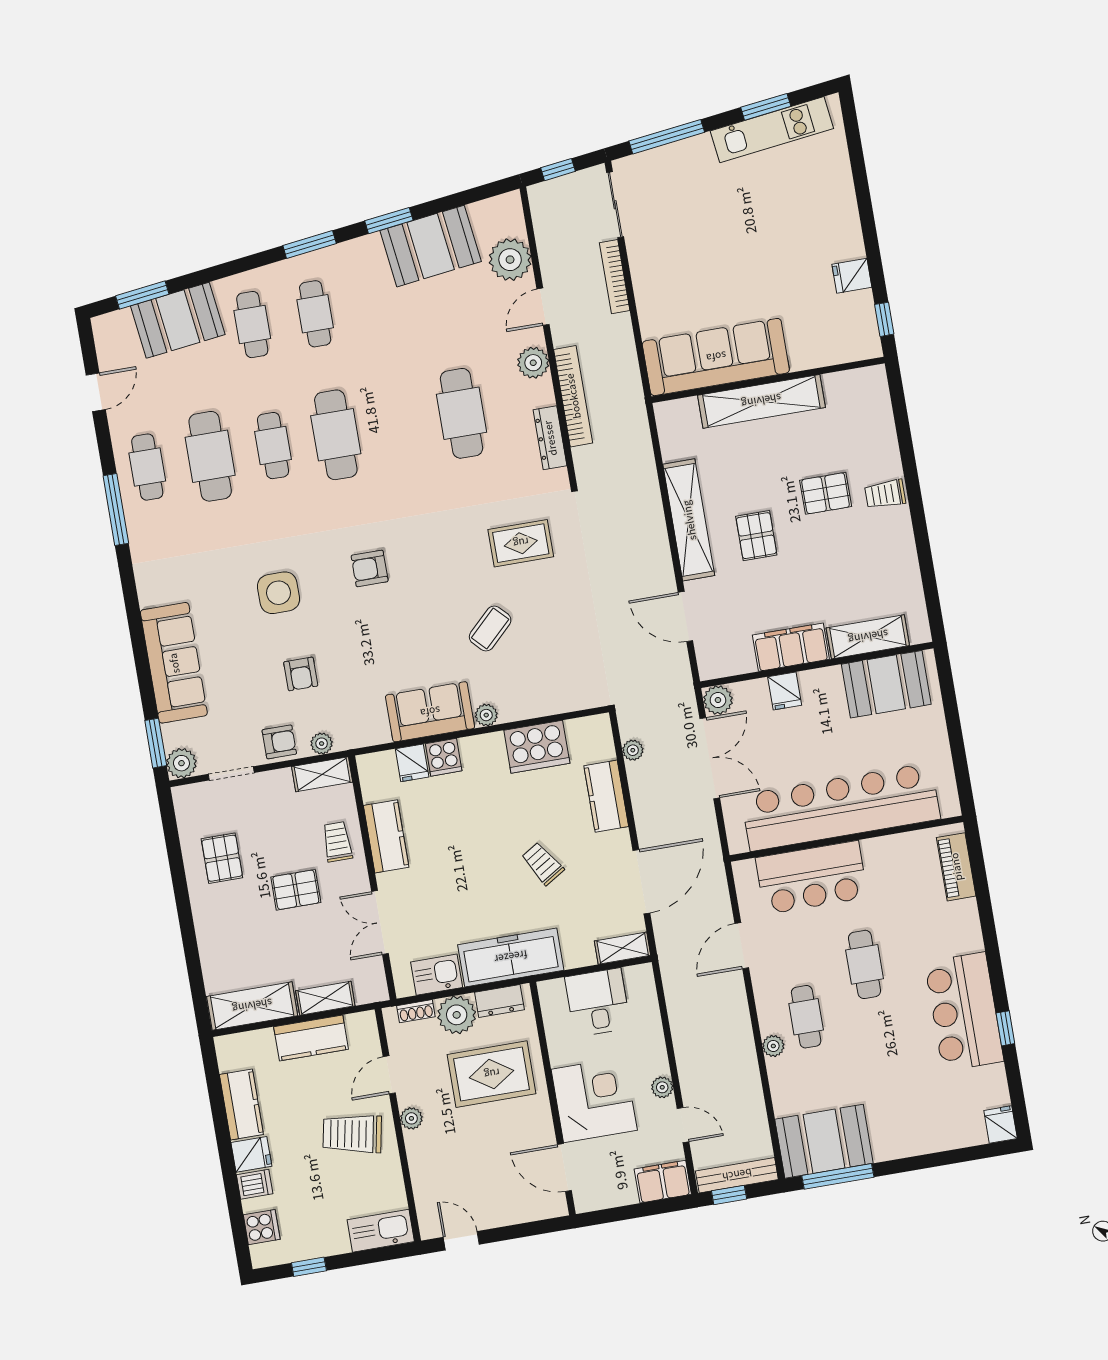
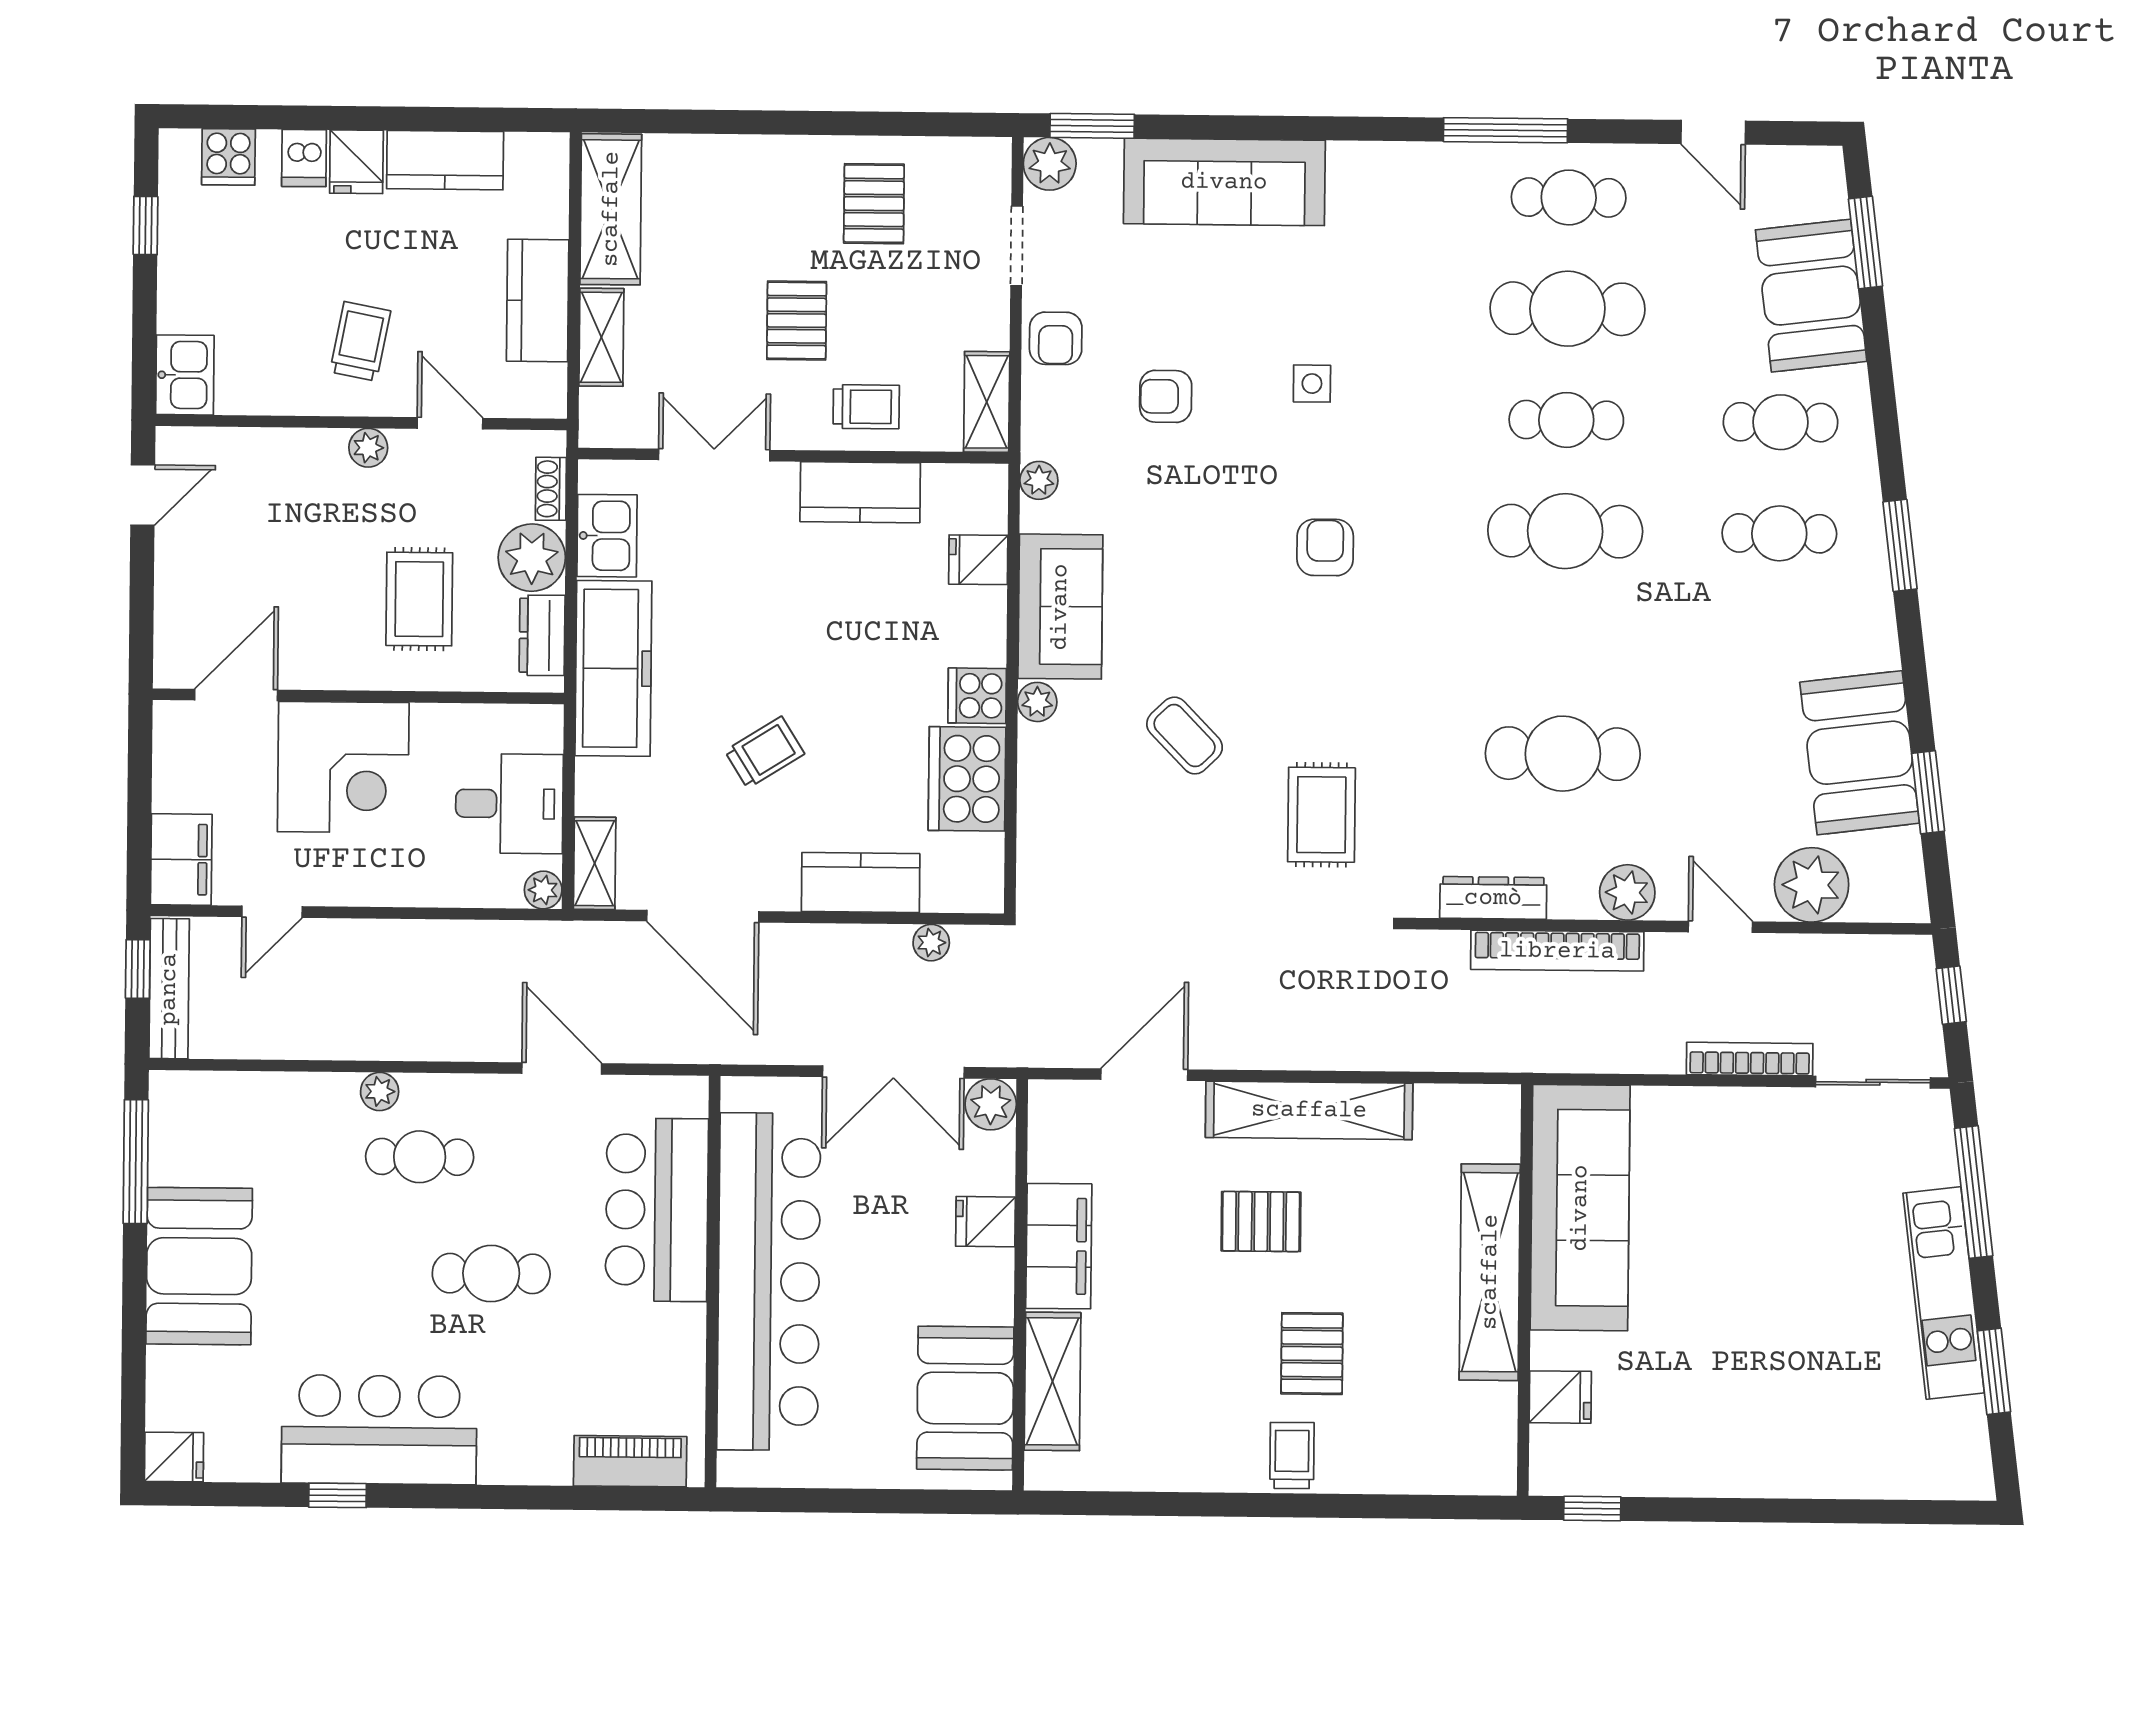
kitchen unit: (772, 130) -> (1944, 1293), moved
window: (389, 221) -> (1928, 792), moved
fridge: (852, 276) -> (1560, 1397), moved, turned 90
side table: (279, 593) -> (1312, 384), width x0.54, depth x0.54
plant: (322, 744) -> (1039, 480), moved
cooker: (444, 757) -> (977, 696), moved
pallet: (222, 858) -> (874, 204), turned 90
rug: (492, 1074) -> (419, 599), width x0.73, depth x0.70
plant: (662, 1087) -> (543, 890), moved
trolley: (352, 1134) -> (360, 341), width x0.73, depth x0.72
booth: (824, 1141) -> (199, 1266), moved
kitchen sink: (381, 1231) -> (185, 375), width x0.73

